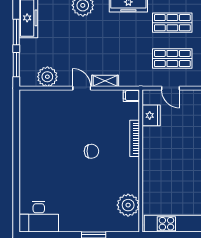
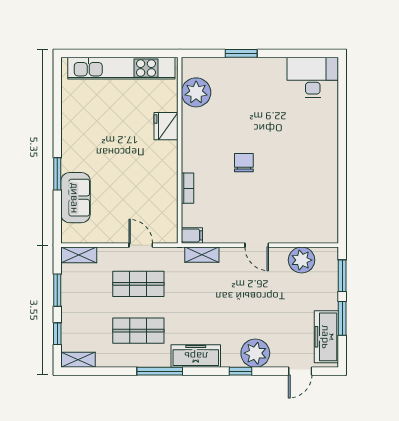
shelving: (105, 81) -> (202, 255), moved
fridge: (151, 115) -> (166, 126), moved
bookcase: (135, 138) -> (188, 188), width x0.64
chair: (91, 151) -> (244, 163), turned 92

